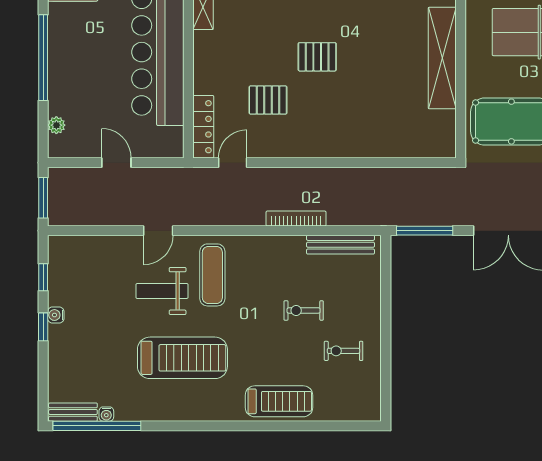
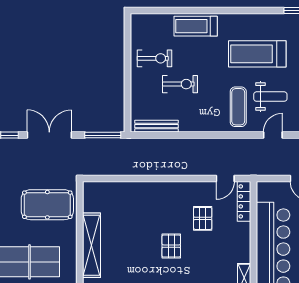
pallet: (317, 57) -> (171, 246), turned 90
pallet: (268, 100) -> (203, 218), turned 90
bookcase: (296, 218) -> (185, 143), removed
exercise bike: (304, 310) -> (180, 84), width x1.38, depth x1.39
exercise bike: (343, 351) -> (155, 58), width x1.38, depth x1.39

